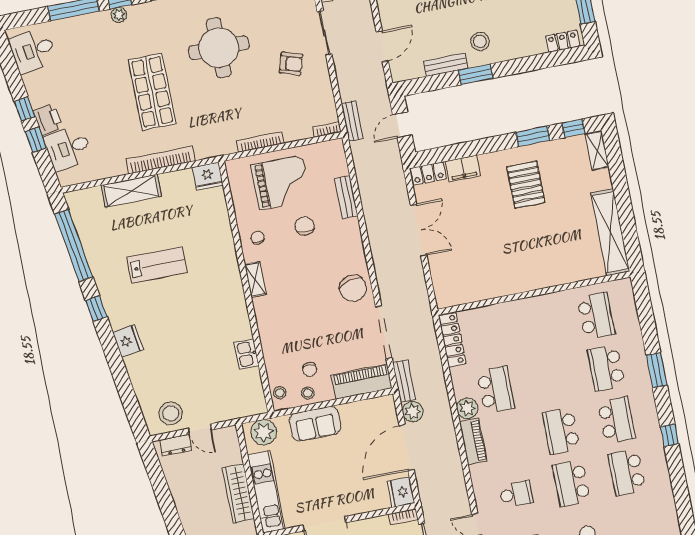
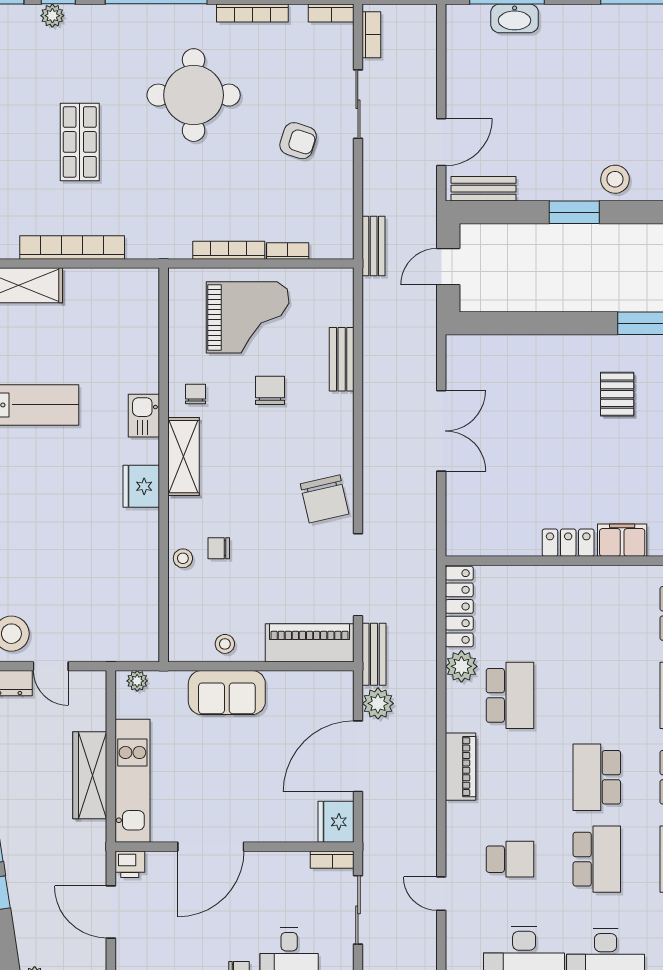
stool: (480, 41) -> (615, 179), moved
bench: (446, 65) -> (483, 189), moved
shop shelf: (152, 92) -> (80, 142), width x0.70, depth x0.74
bookcase: (327, 129) -> (288, 251), moved
filing cabinet: (463, 168) -> (622, 540), moved, turned 180
locker: (428, 174) -> (568, 543), moved, turned 180
fridge: (208, 176) -> (141, 486), moved, turned 90
pallet: (526, 185) -> (617, 394), width x0.67, depth x0.71
shelving: (255, 280) -> (183, 457), width x1.50, depth x1.33
kitchen sink: (246, 354) -> (144, 416), moved
chair: (310, 369) -> (219, 548), moved, turned 90
stool: (280, 393) -> (183, 558), moved
plant: (467, 408) -> (461, 666), moved
plant: (264, 432) -> (137, 681), width x0.53, depth x0.53
school desk: (572, 483) -> (597, 859), turned 180

